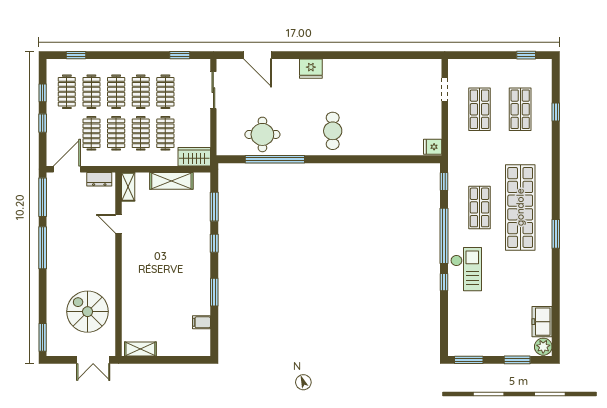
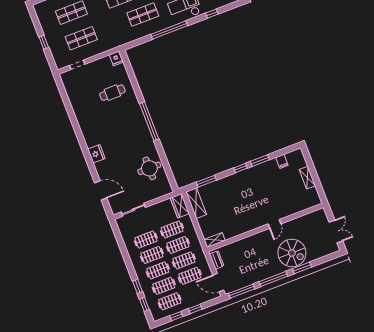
window: (180, 55) -> (138, 286), moved
door: (258, 55) -> (101, 190), hinge flipped
window: (526, 55) -> (44, 42), moved
cafe table: (333, 131) -> (112, 93), moved
window: (275, 159) -> (149, 121), moved
shelving: (171, 181) -> (196, 203), moved
window: (444, 182) -> (135, 43), removed
door: (118, 224) -> (275, 224), moved
window: (214, 243) -> (240, 168), moved
window: (444, 282) -> (212, 14), moved
spiral stairs: (88, 312) -> (292, 253), moved, turned -90
window: (43, 337) -> (302, 268), moved
shelving: (140, 349) -> (307, 178), moved
double door: (93, 360) -> (336, 232), moved

